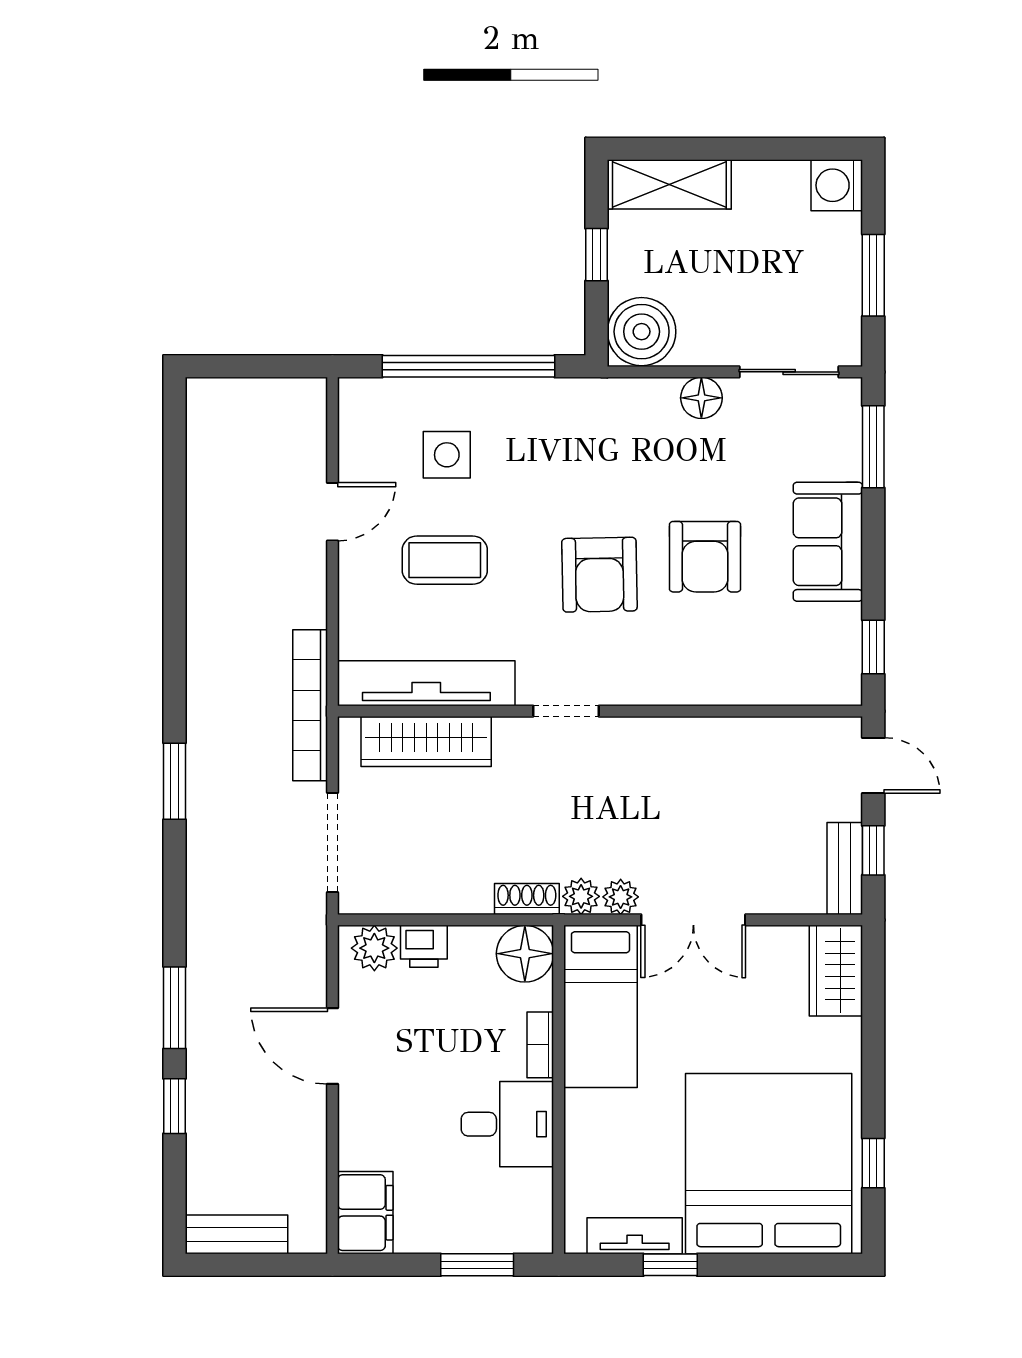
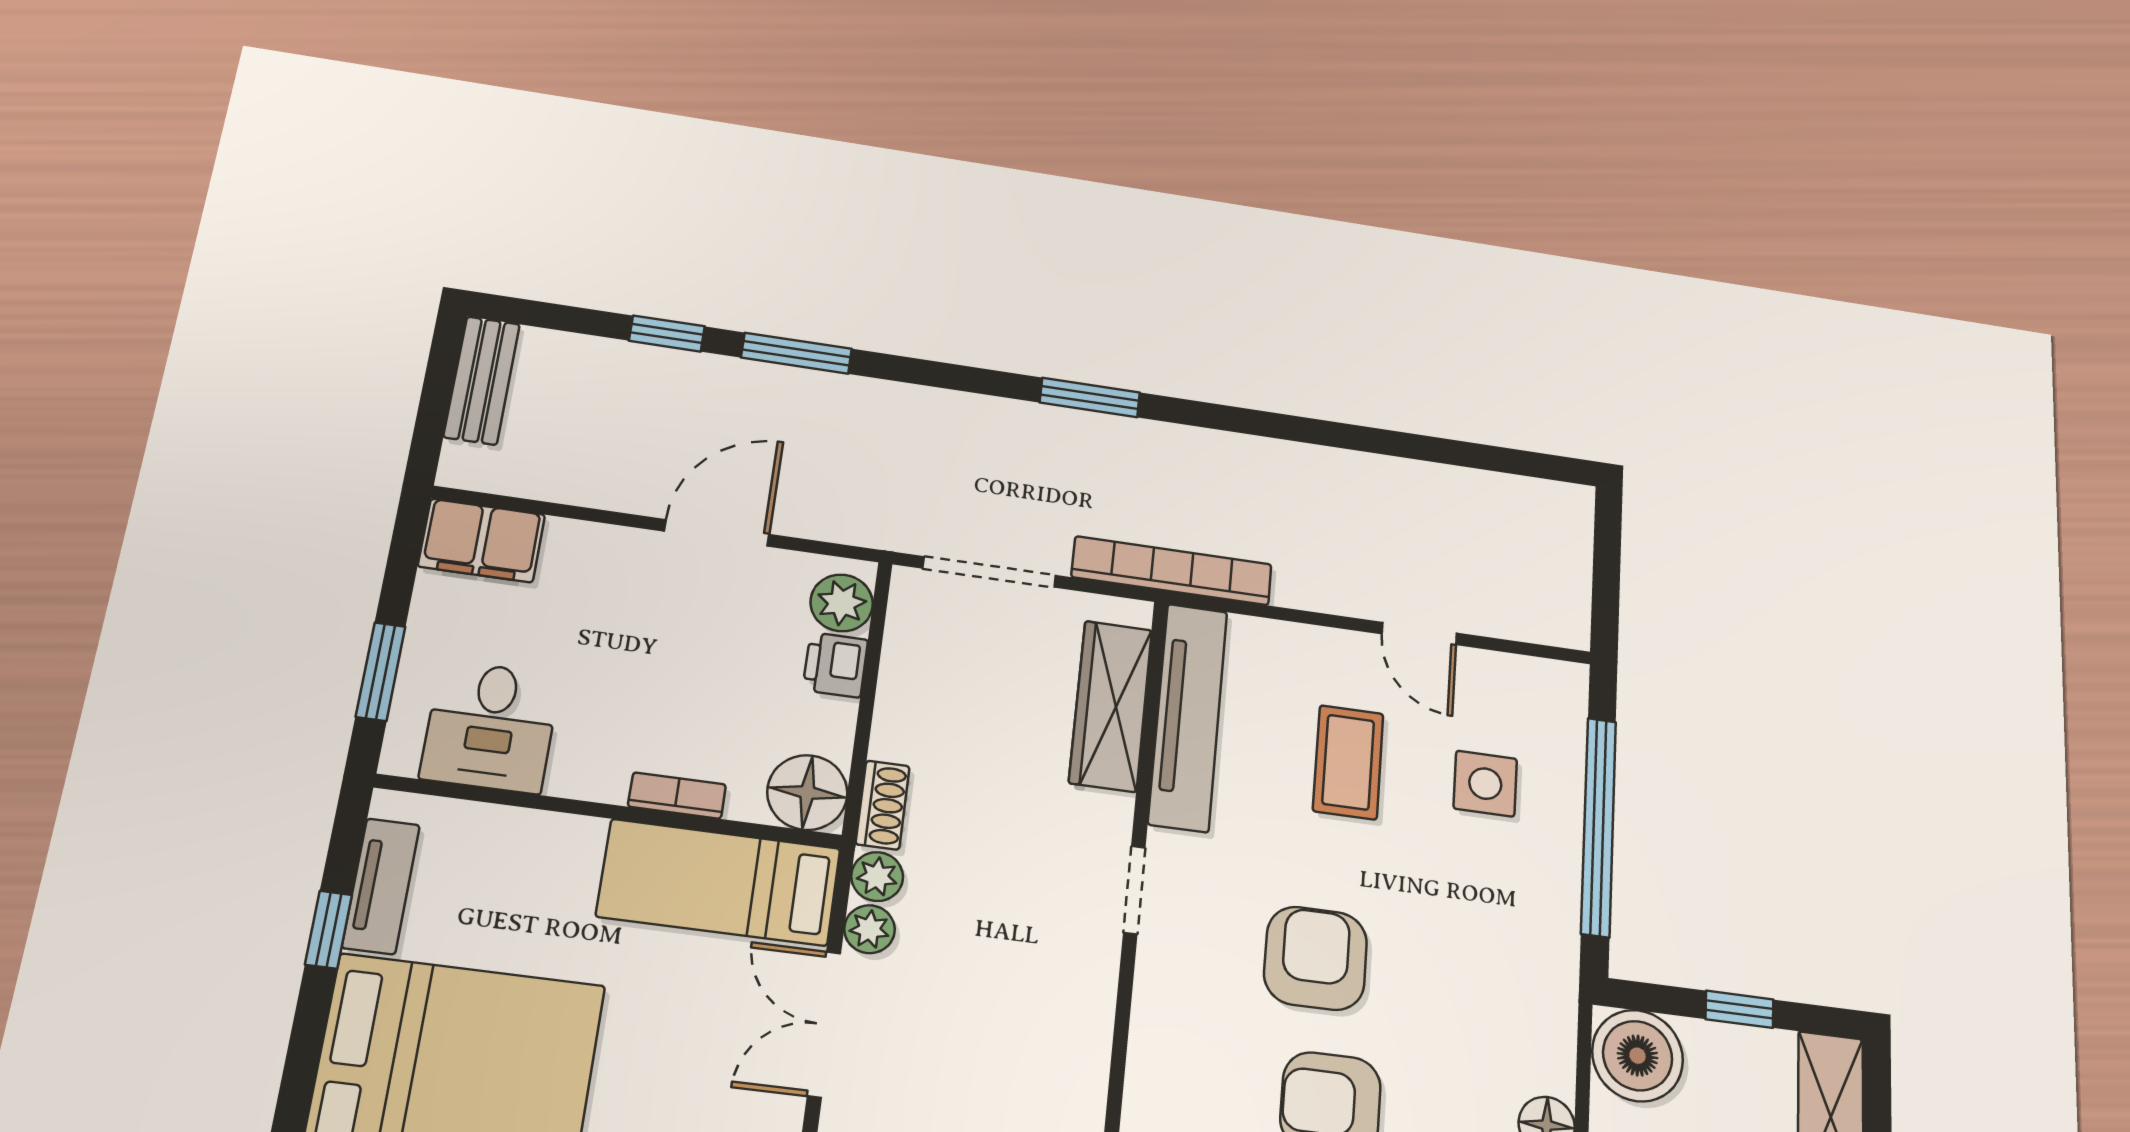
armchair: (599, 575) -> (1316, 958), turned 91
desk: (507, 1124) -> (490, 727), moved

